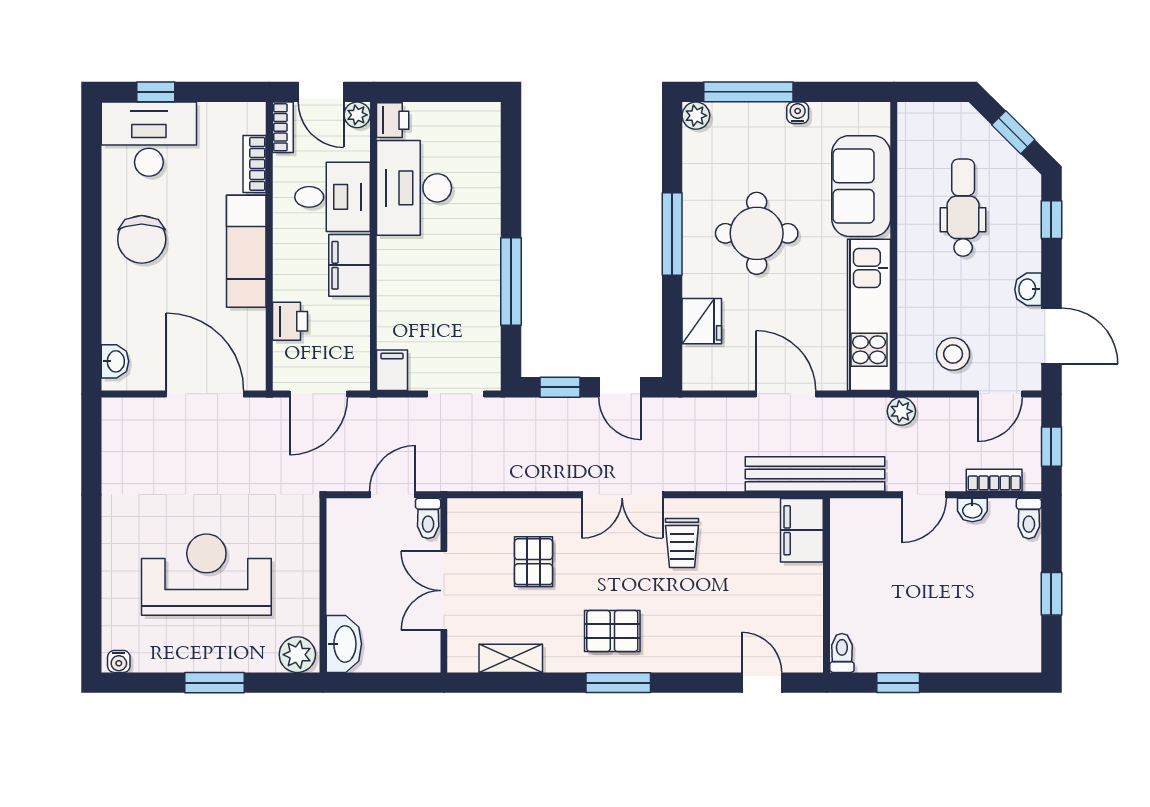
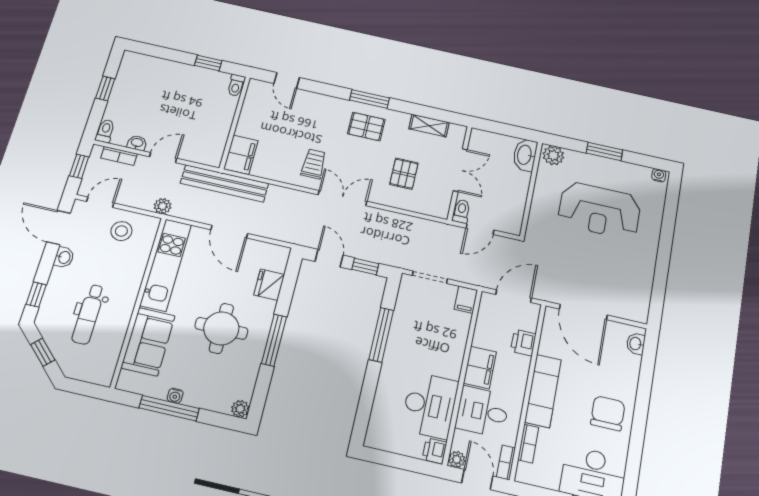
window: (748, 92) -> (169, 408), moved

